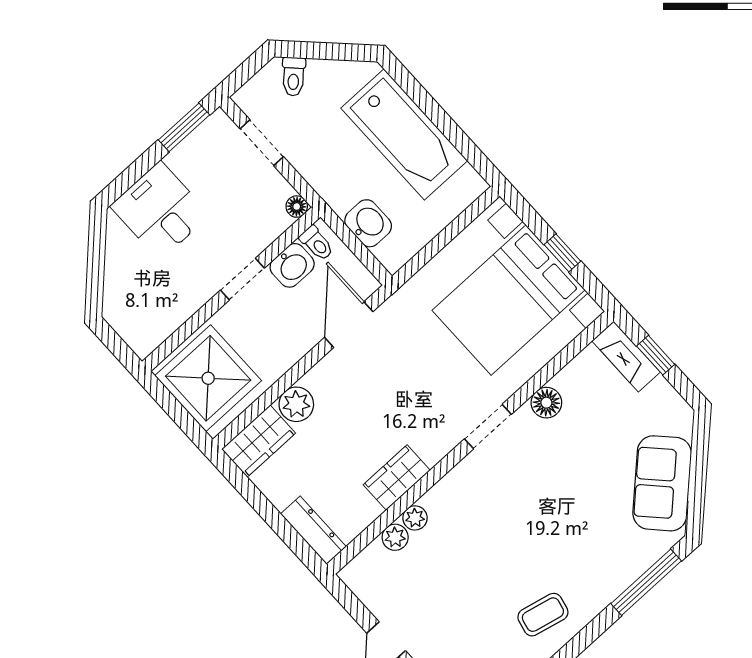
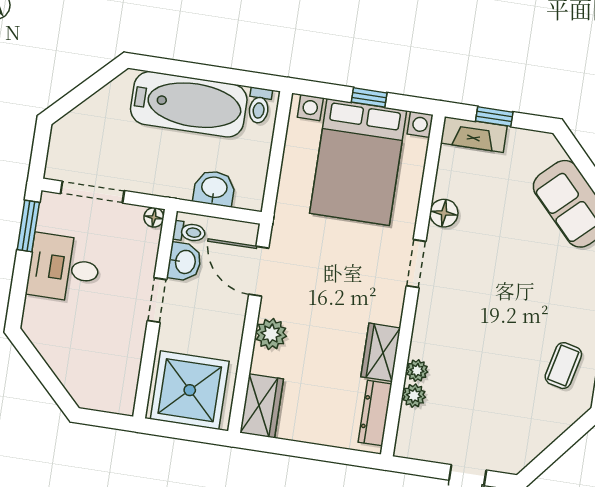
toilet: (294, 77) -> (259, 106), moved, turned 45
doorway: (262, 143) -> (92, 192), width x1.38
desk: (160, 210) -> (64, 268), moved
plant: (296, 404) -> (271, 334), moved
dresser: (313, 530) -> (375, 413), moved, turned -90

